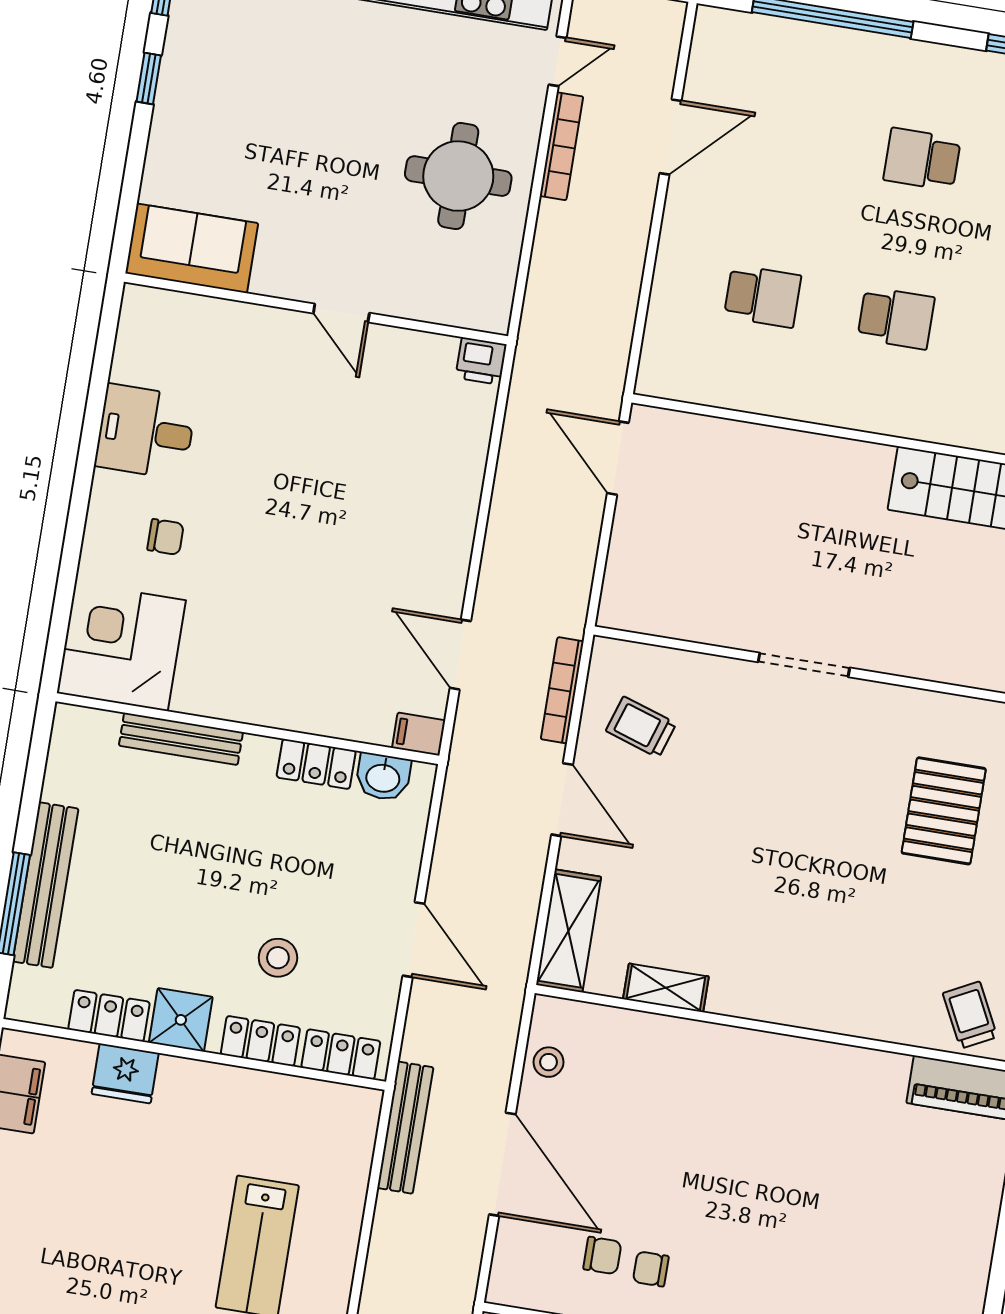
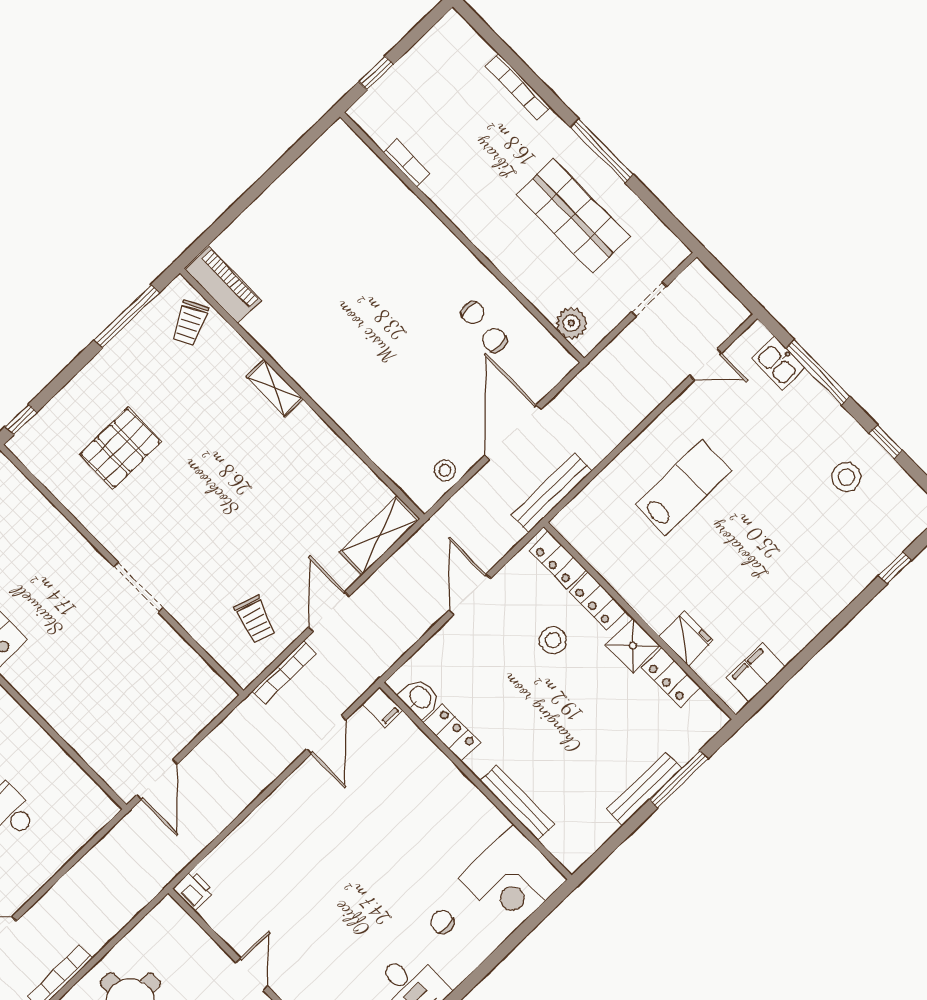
bench: (46, 885) -> (644, 789), width x0.73, depth x0.82
shelving: (666, 988) -> (275, 388), moved

